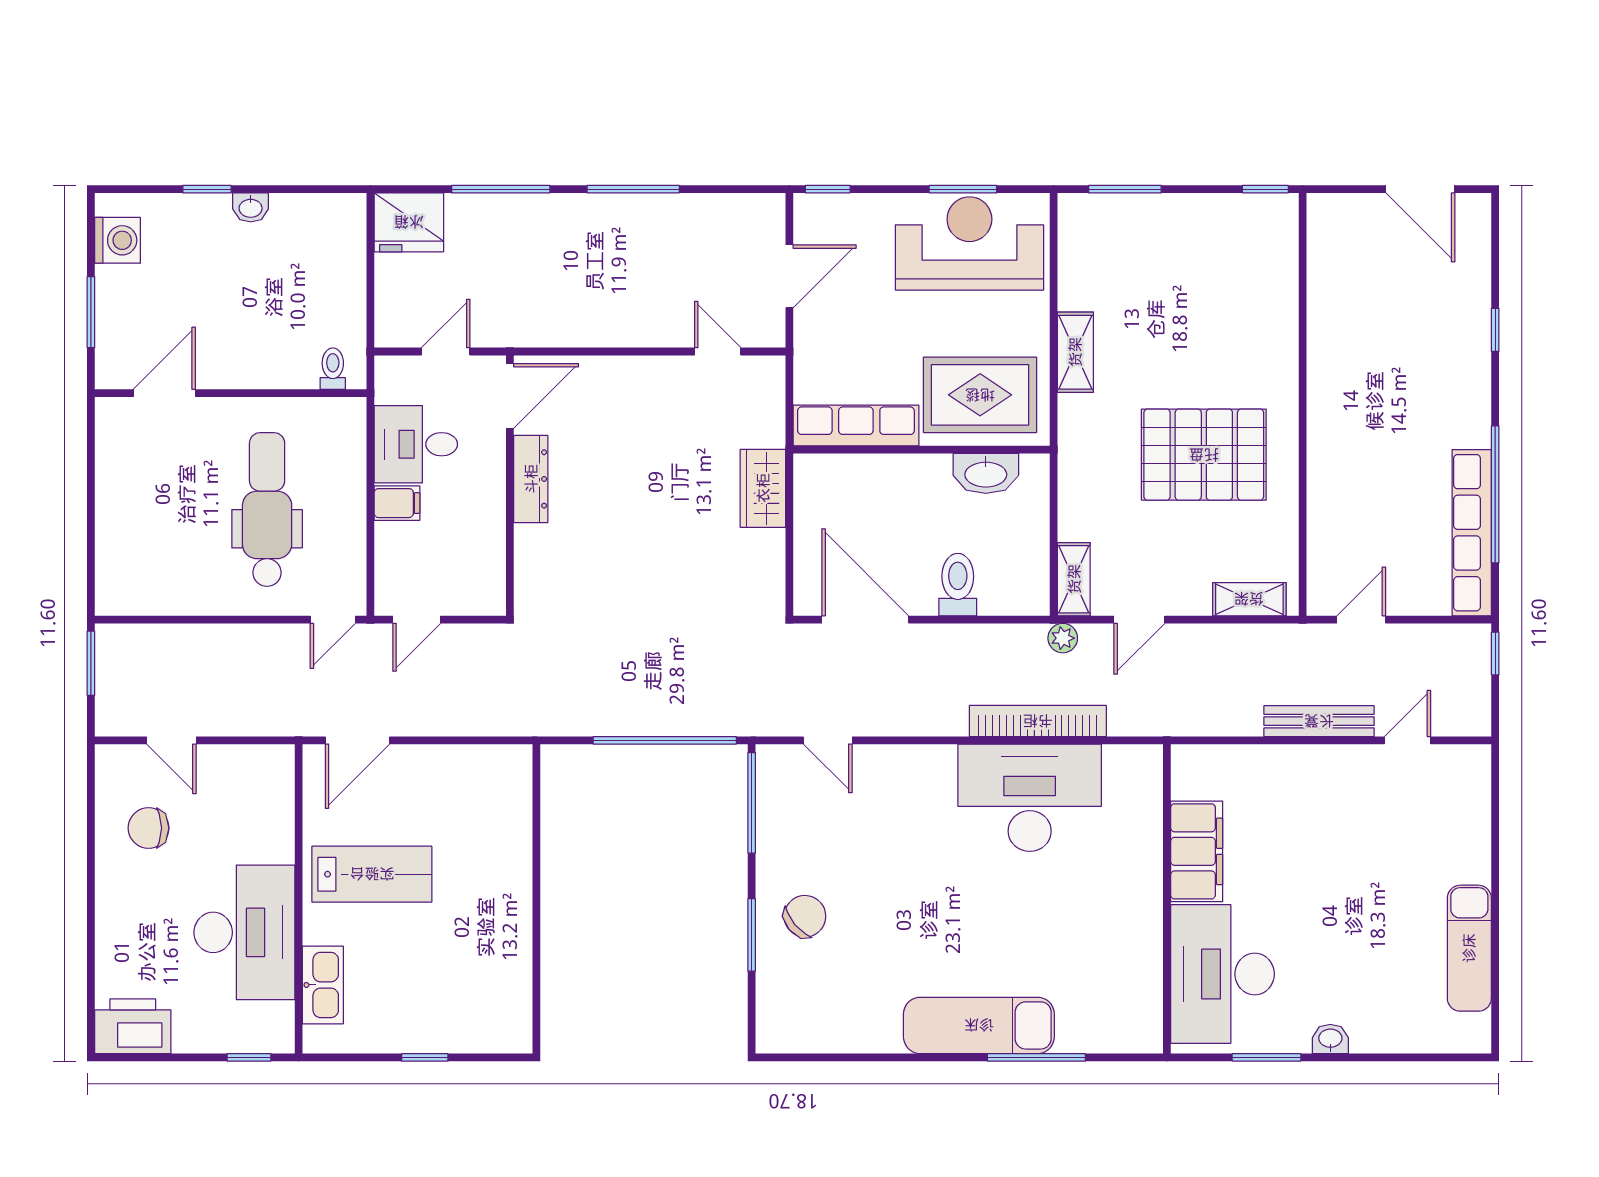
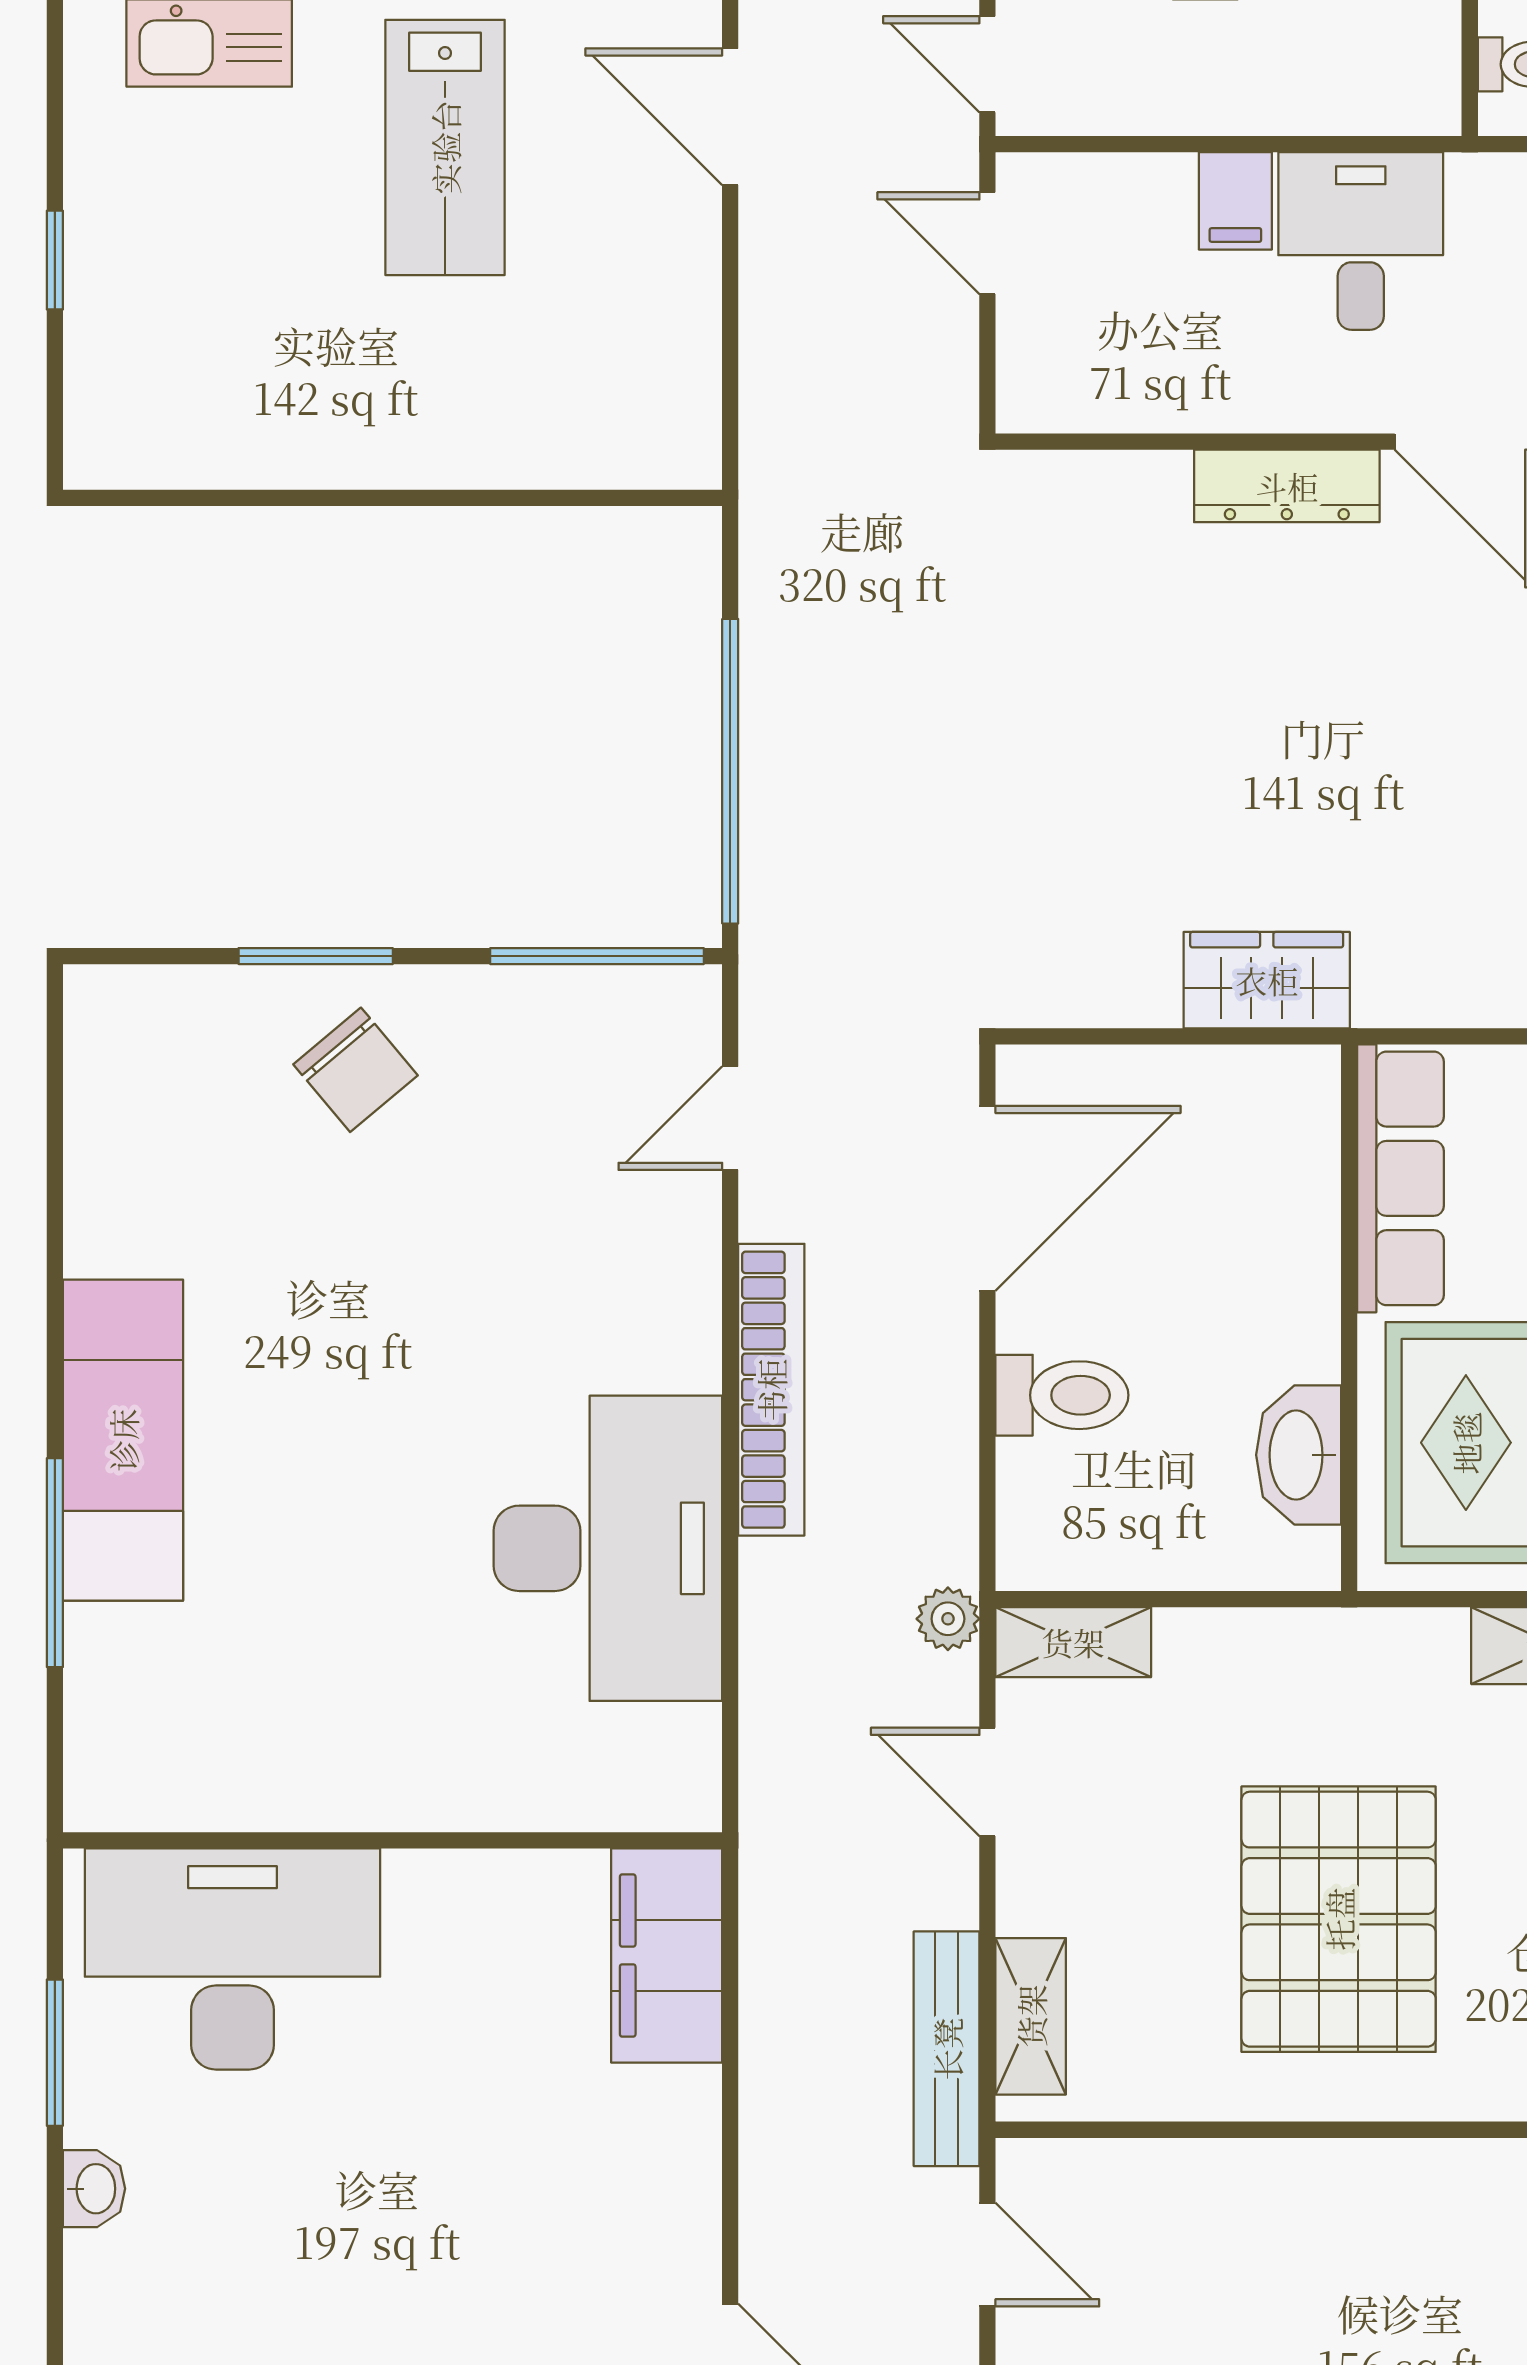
bookcase: (1038, 721) -> (771, 1390), moved
bench: (1319, 721) -> (947, 2049), moved
filing cabinet: (1197, 851) -> (667, 1955), moved, turned 90

